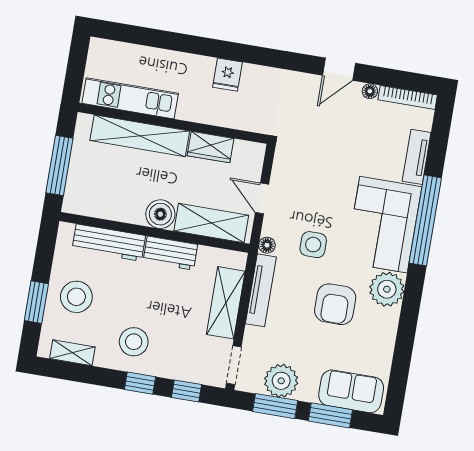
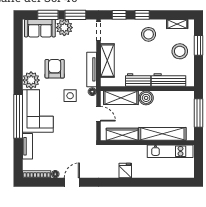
wardrobe: (211, 147) -> (122, 134), width x1.50
plant: (281, 381) -> (64, 28), moved

